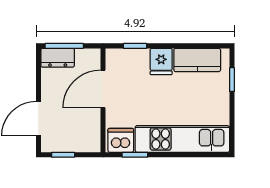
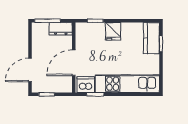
dresser: (58, 58) -> (61, 29), moved
kitchen counter: (197, 60) -> (151, 38), moved, turned 90
door: (103, 89) -> (74, 63), moved

